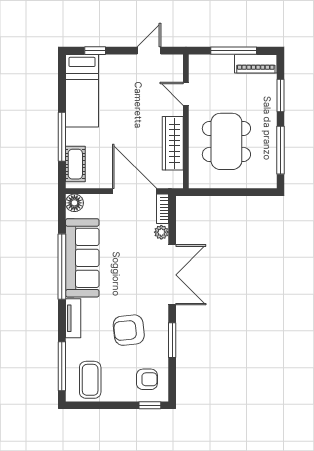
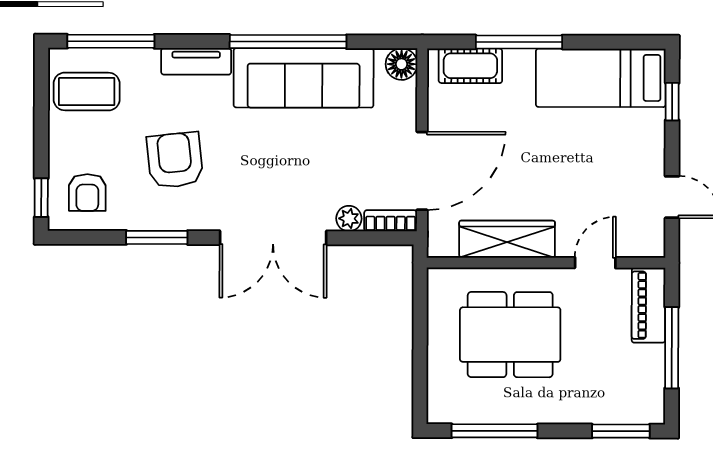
piano: (256, 64) -> (648, 305), moved
window: (281, 95) -> (621, 431), moved

